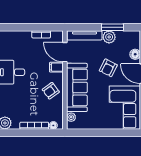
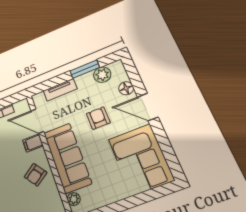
tv unit: (84, 35) -> (60, 90), width x0.71
plant: (109, 37) -> (102, 75), moved
armchair: (108, 68) -> (98, 118), turned 153

